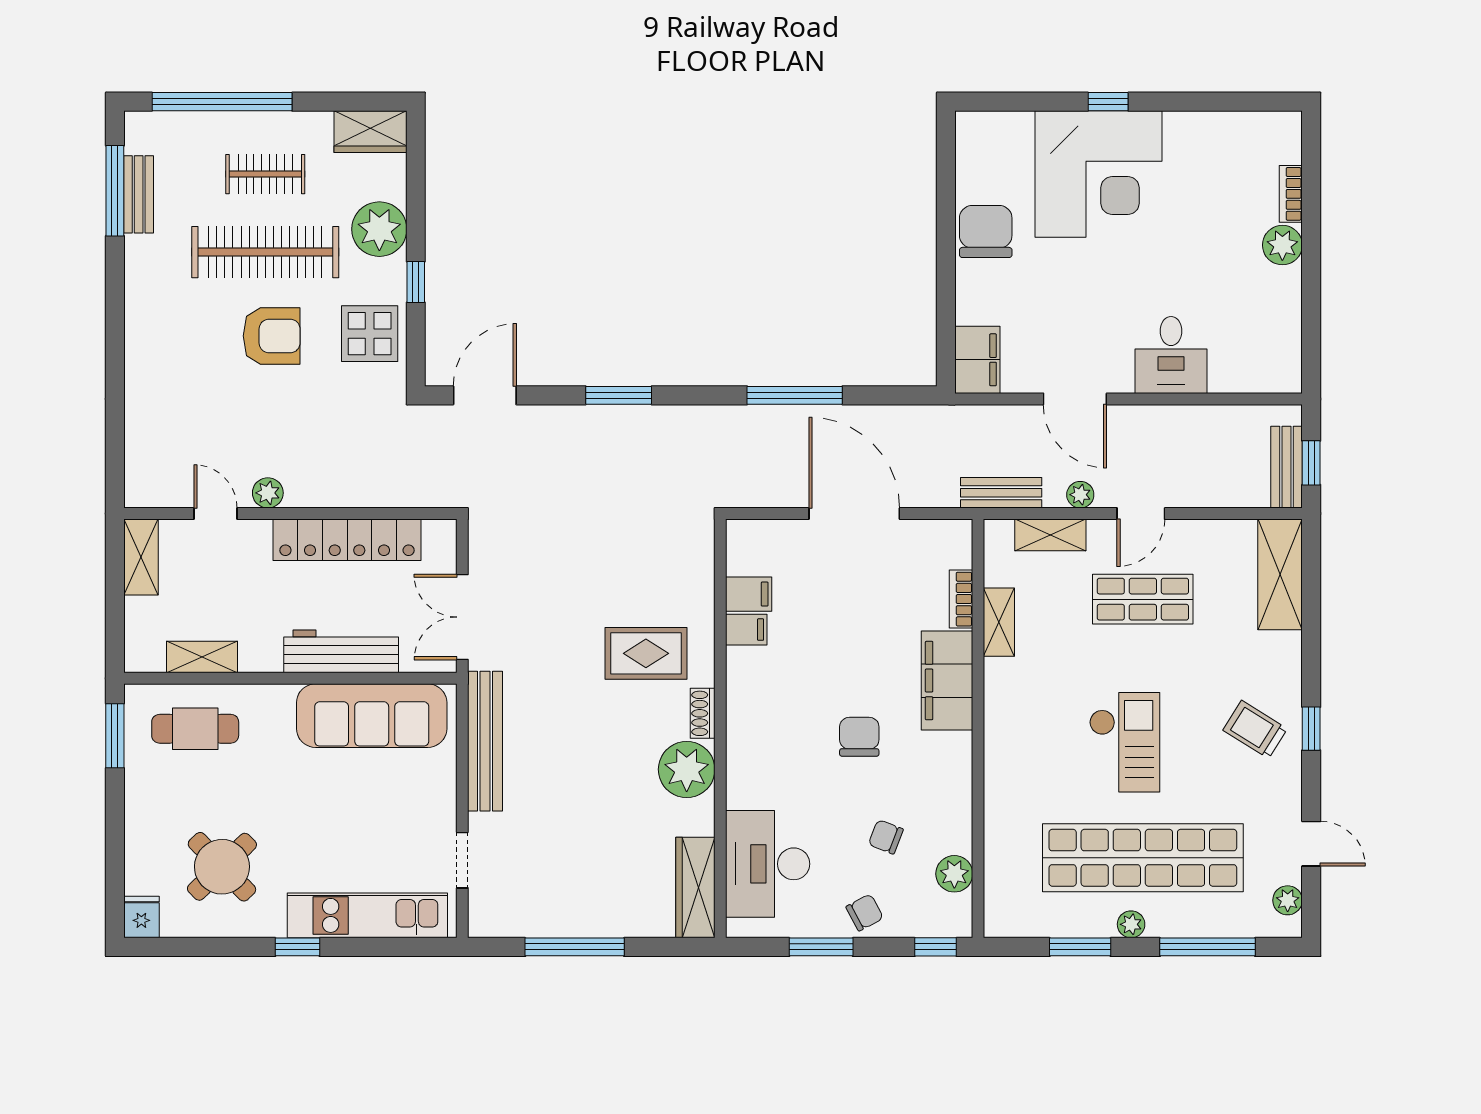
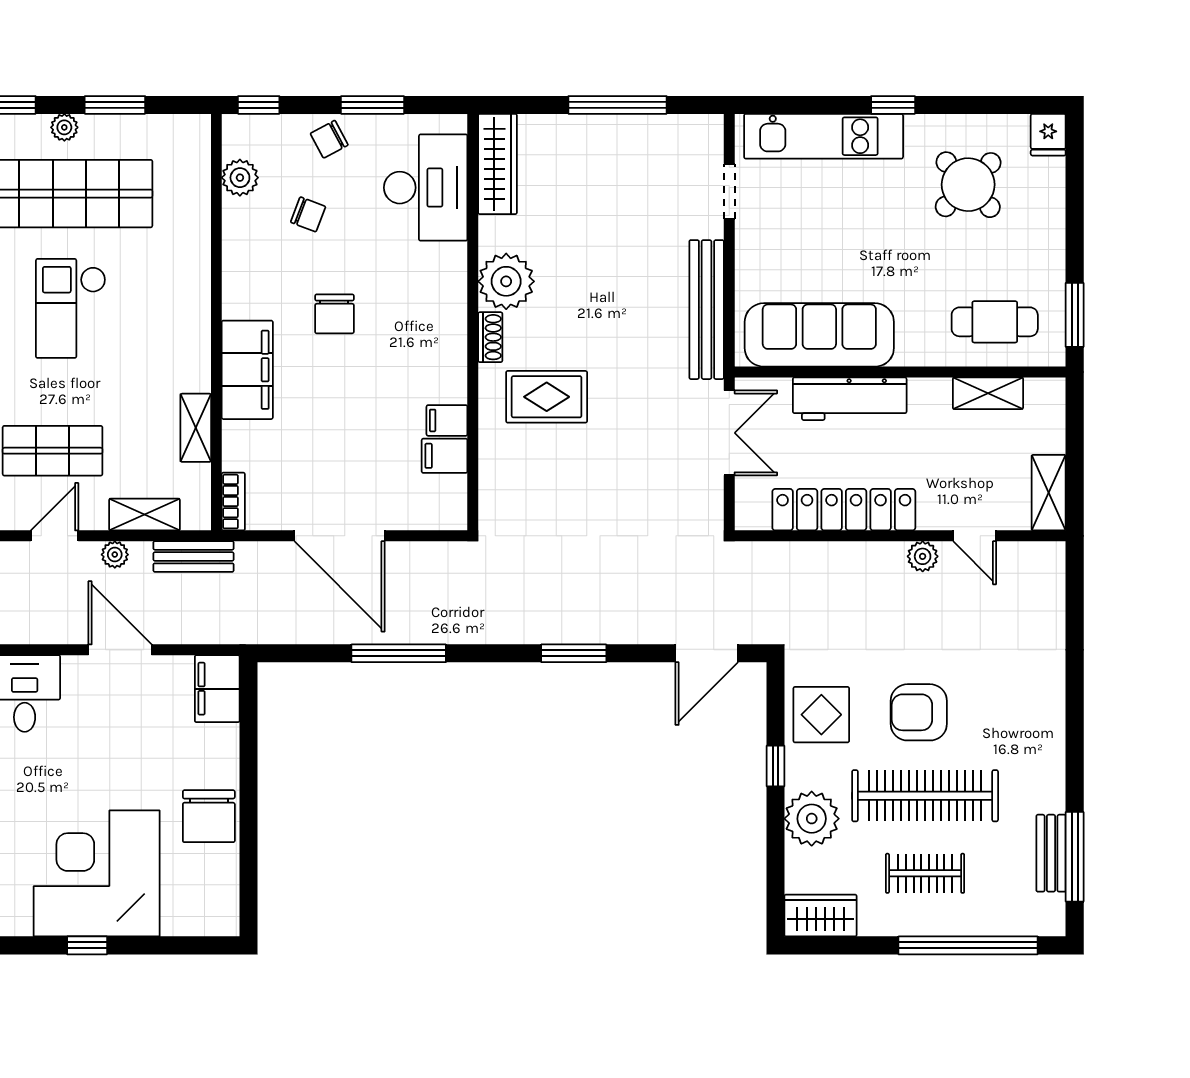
bookcase: (961, 599) -> (233, 502), moved

